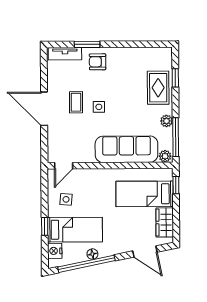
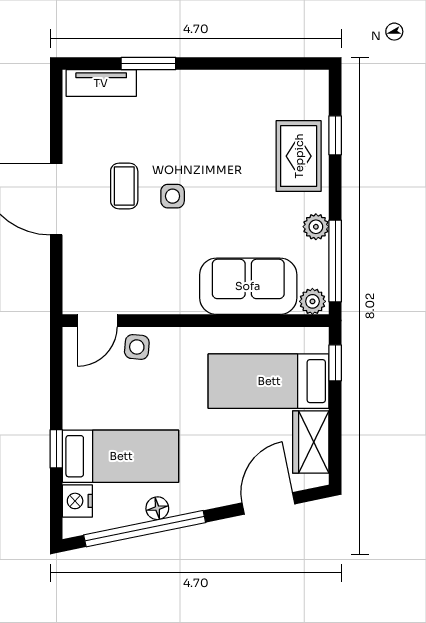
armchair: (98, 62) -> (170, 101), removed
sofa: (126, 149) -> (248, 286), width x0.73
side table: (66, 199) -> (137, 347), moved
door: (145, 252) -> (268, 503), swing flipped

